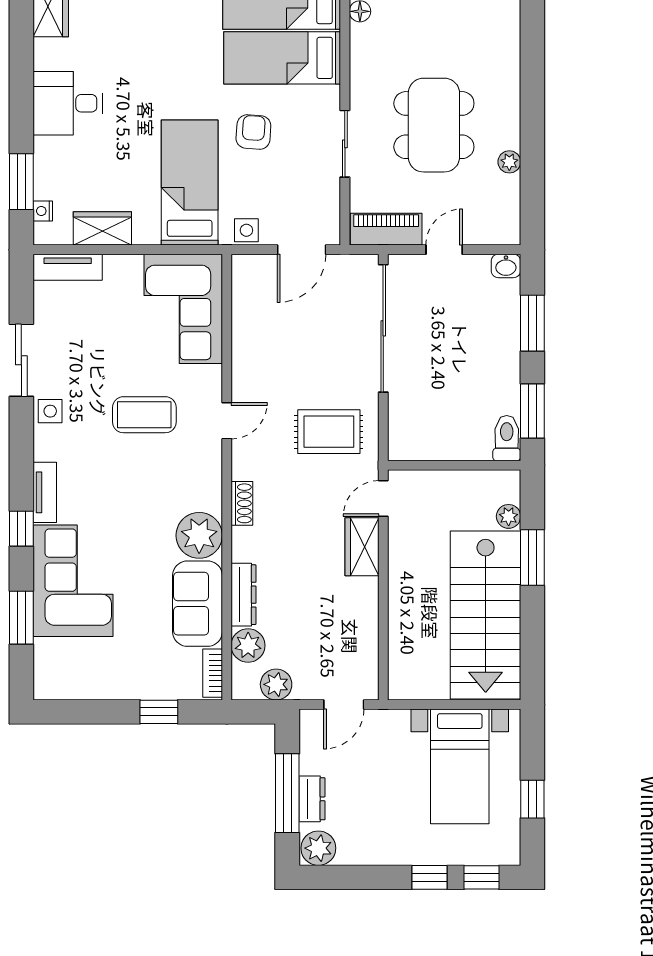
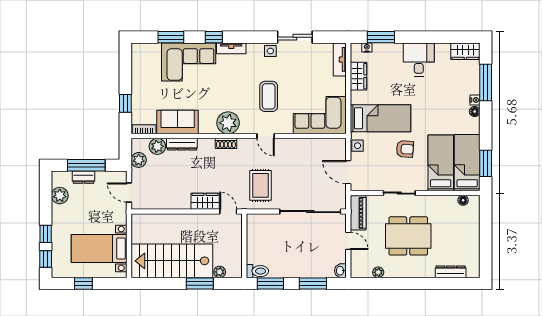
dresser: (508, 37) -> (451, 272), added
plant: (509, 162) -> (378, 272), moved
plant: (199, 535) -> (228, 123), moved
plant: (318, 848) -> (60, 196), moved

